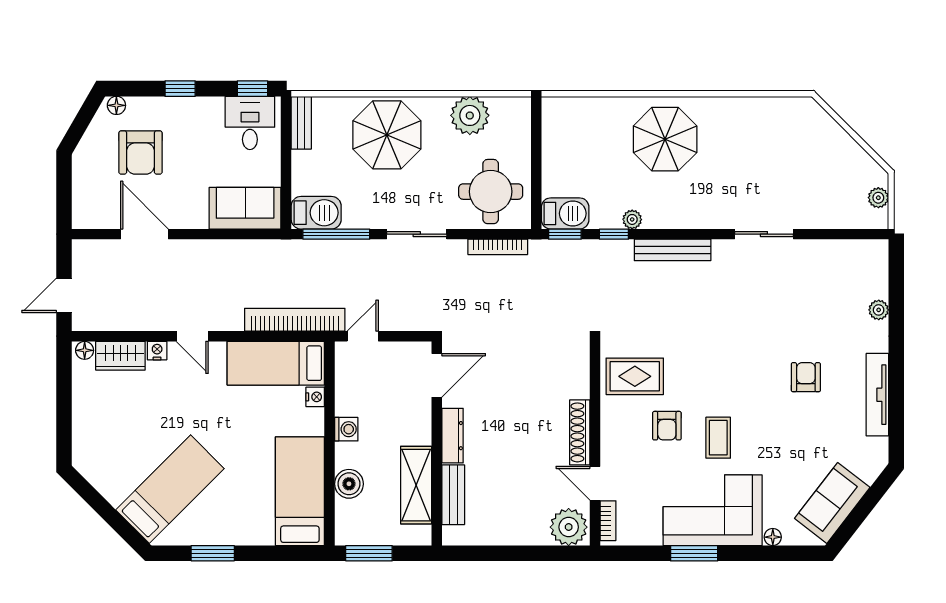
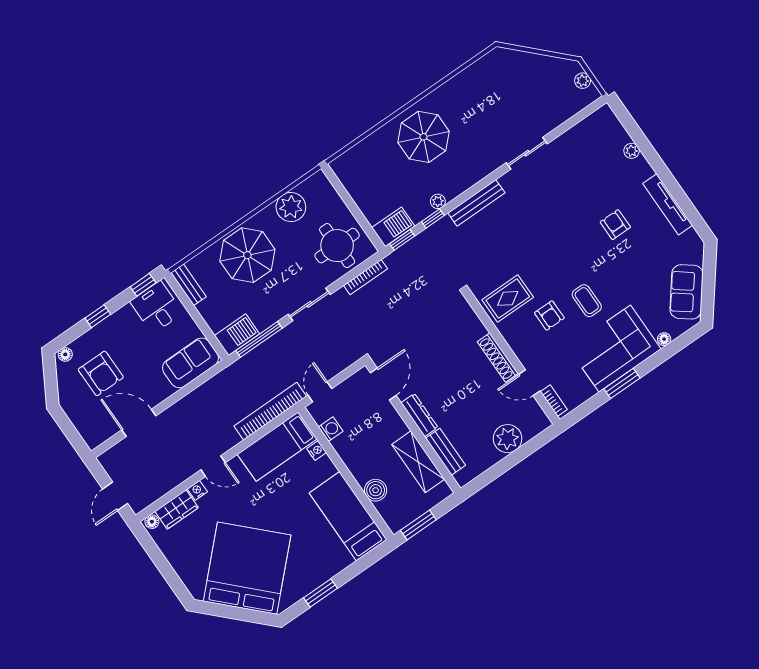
washing machine: (346, 429) -> (331, 429), moved
bed: (170, 489) -> (247, 568), width x2.04
plant: (569, 527) -> (508, 439), moved

